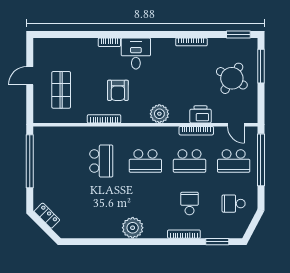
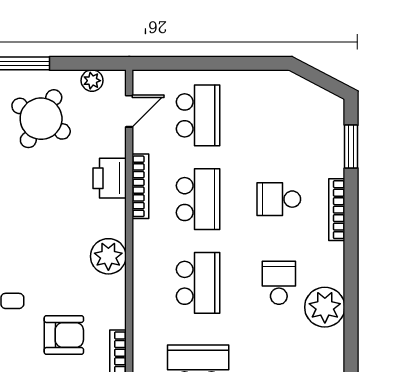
plant: (252, 105) -> (92, 81), added
window: (261, 160) -> (196, 63), removed
school desk: (234, 204) -> (279, 283), moved, turned 180

